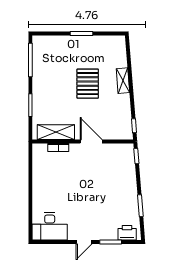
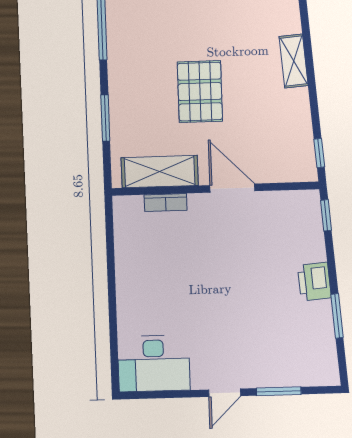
pallet: (88, 84) -> (200, 92), moved
printer: (127, 233) -> (314, 282), moved, turned -95

